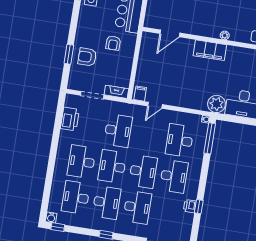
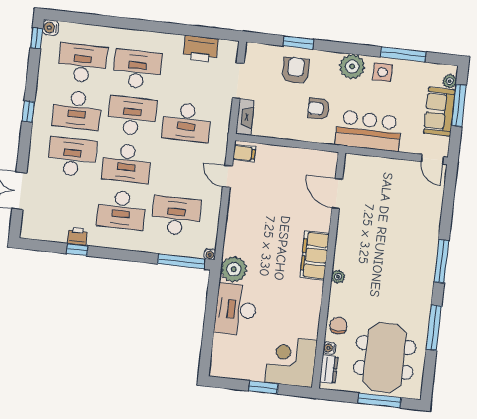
plant: (86, 20) -> (352, 66), added
desk: (137, 207) -> (72, 157), turned 180

